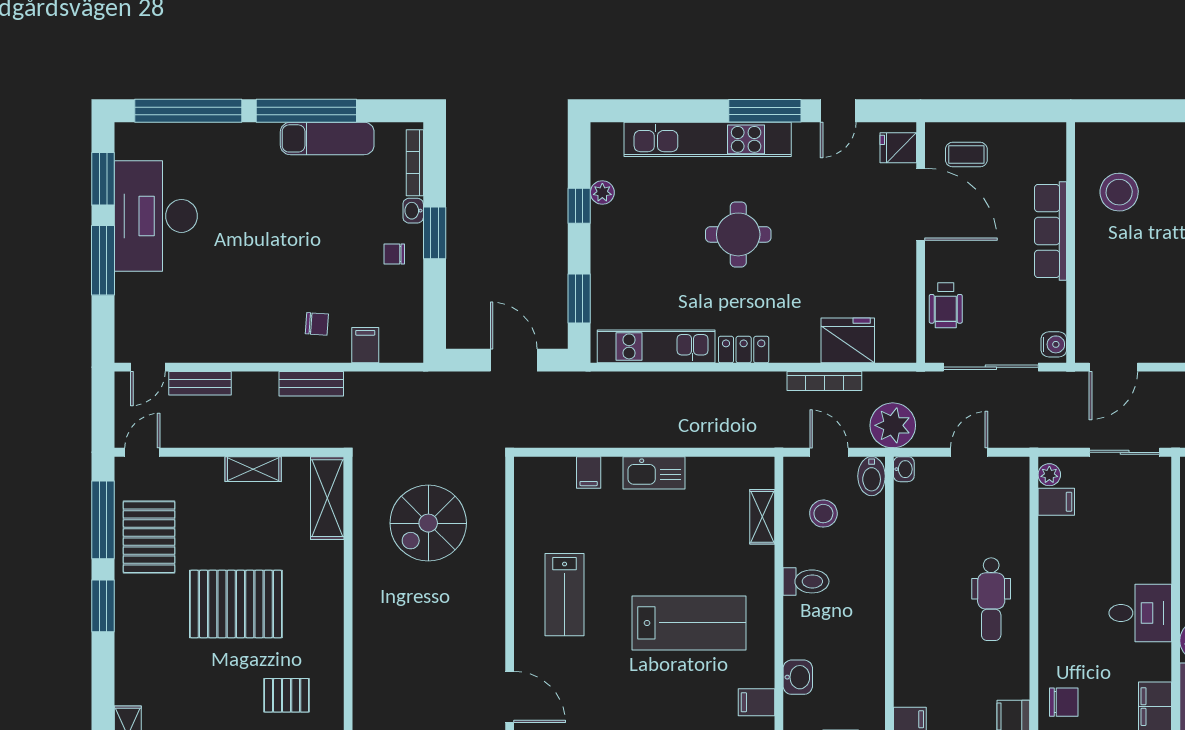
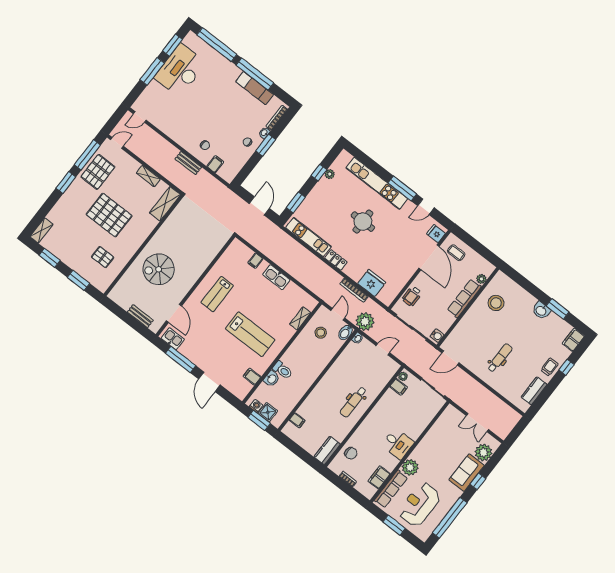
plant: (1055, 167) -> (481, 279), added
bench: (200, 383) -> (153, 135), removed
spiral stairs: (428, 523) -> (159, 269), moved
toilet: (806, 581) -> (283, 370), moved

